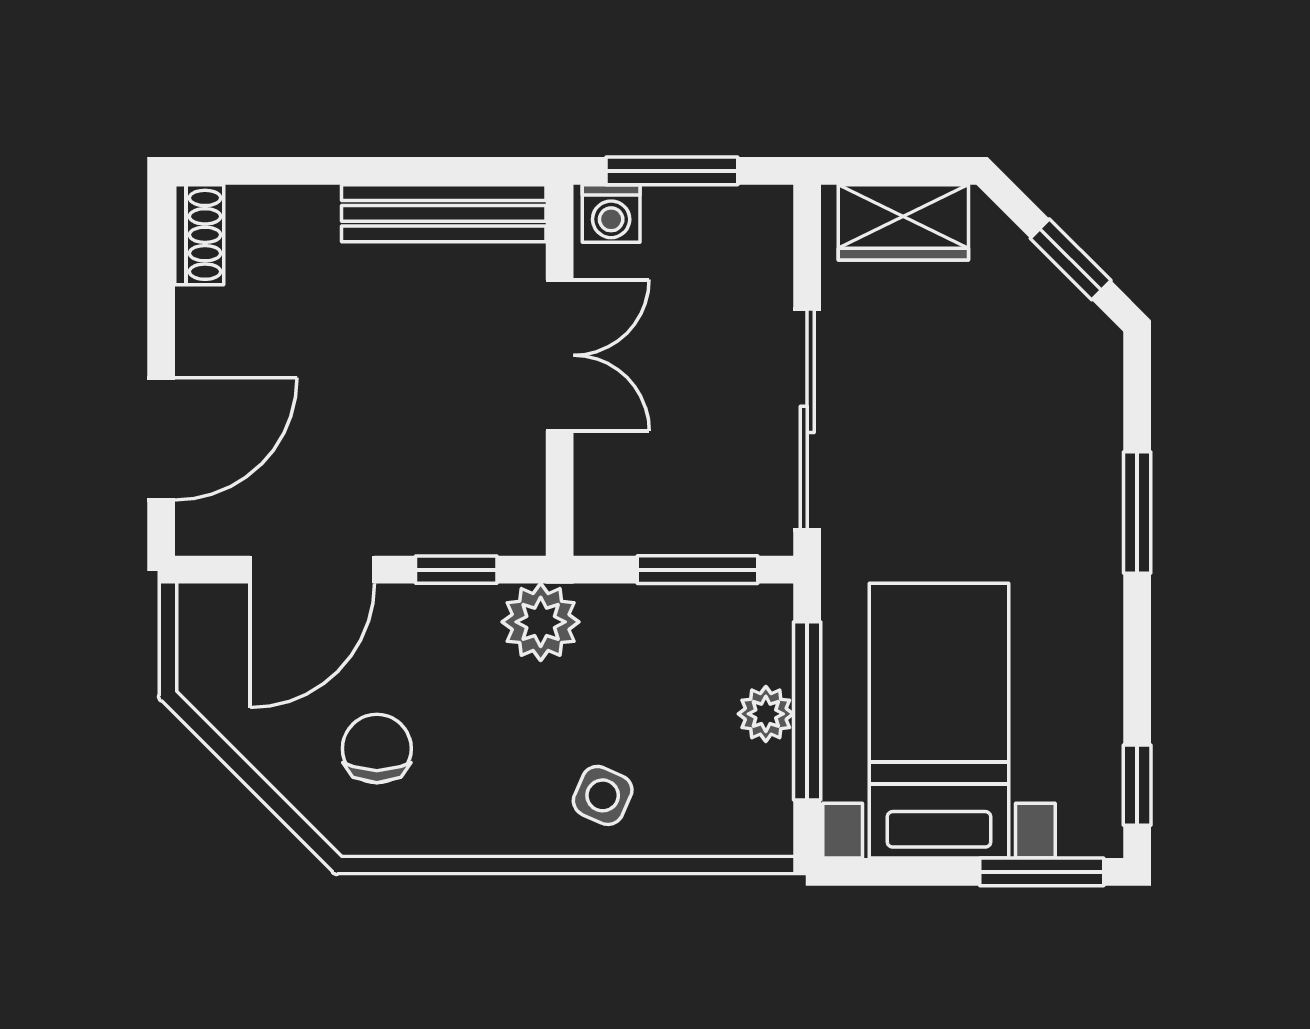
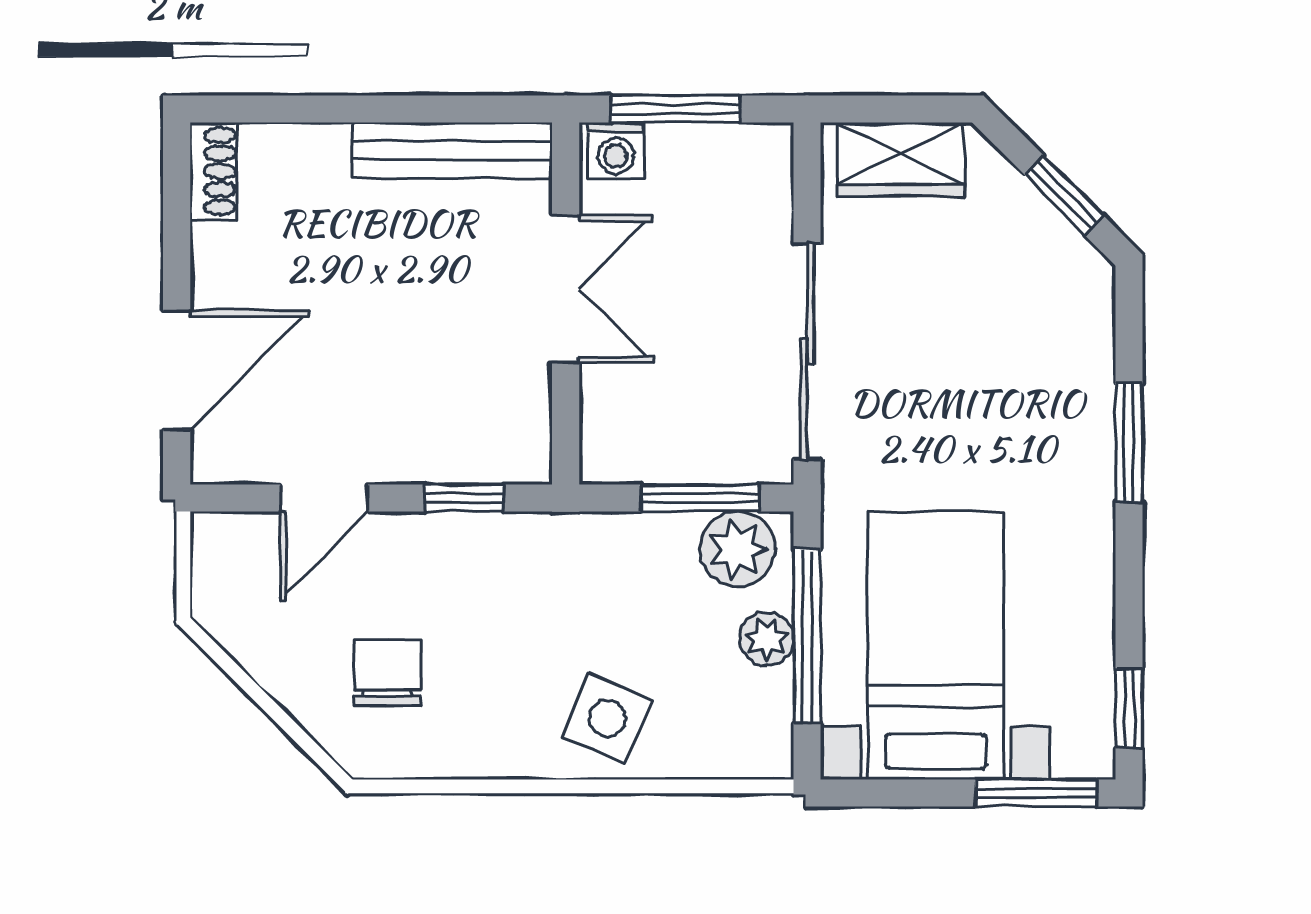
door: (312, 570) -> (324, 498), width x0.73
plant: (541, 622) -> (737, 549), moved
side table: (603, 795) -> (607, 718), width x1.37, depth x1.37

